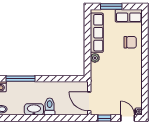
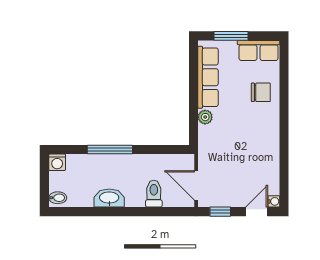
window: (20, 79) -> (110, 150), moved
toilet: (50, 107) -> (154, 194), moved
door: (128, 118) -> (257, 212), hinge flipped

